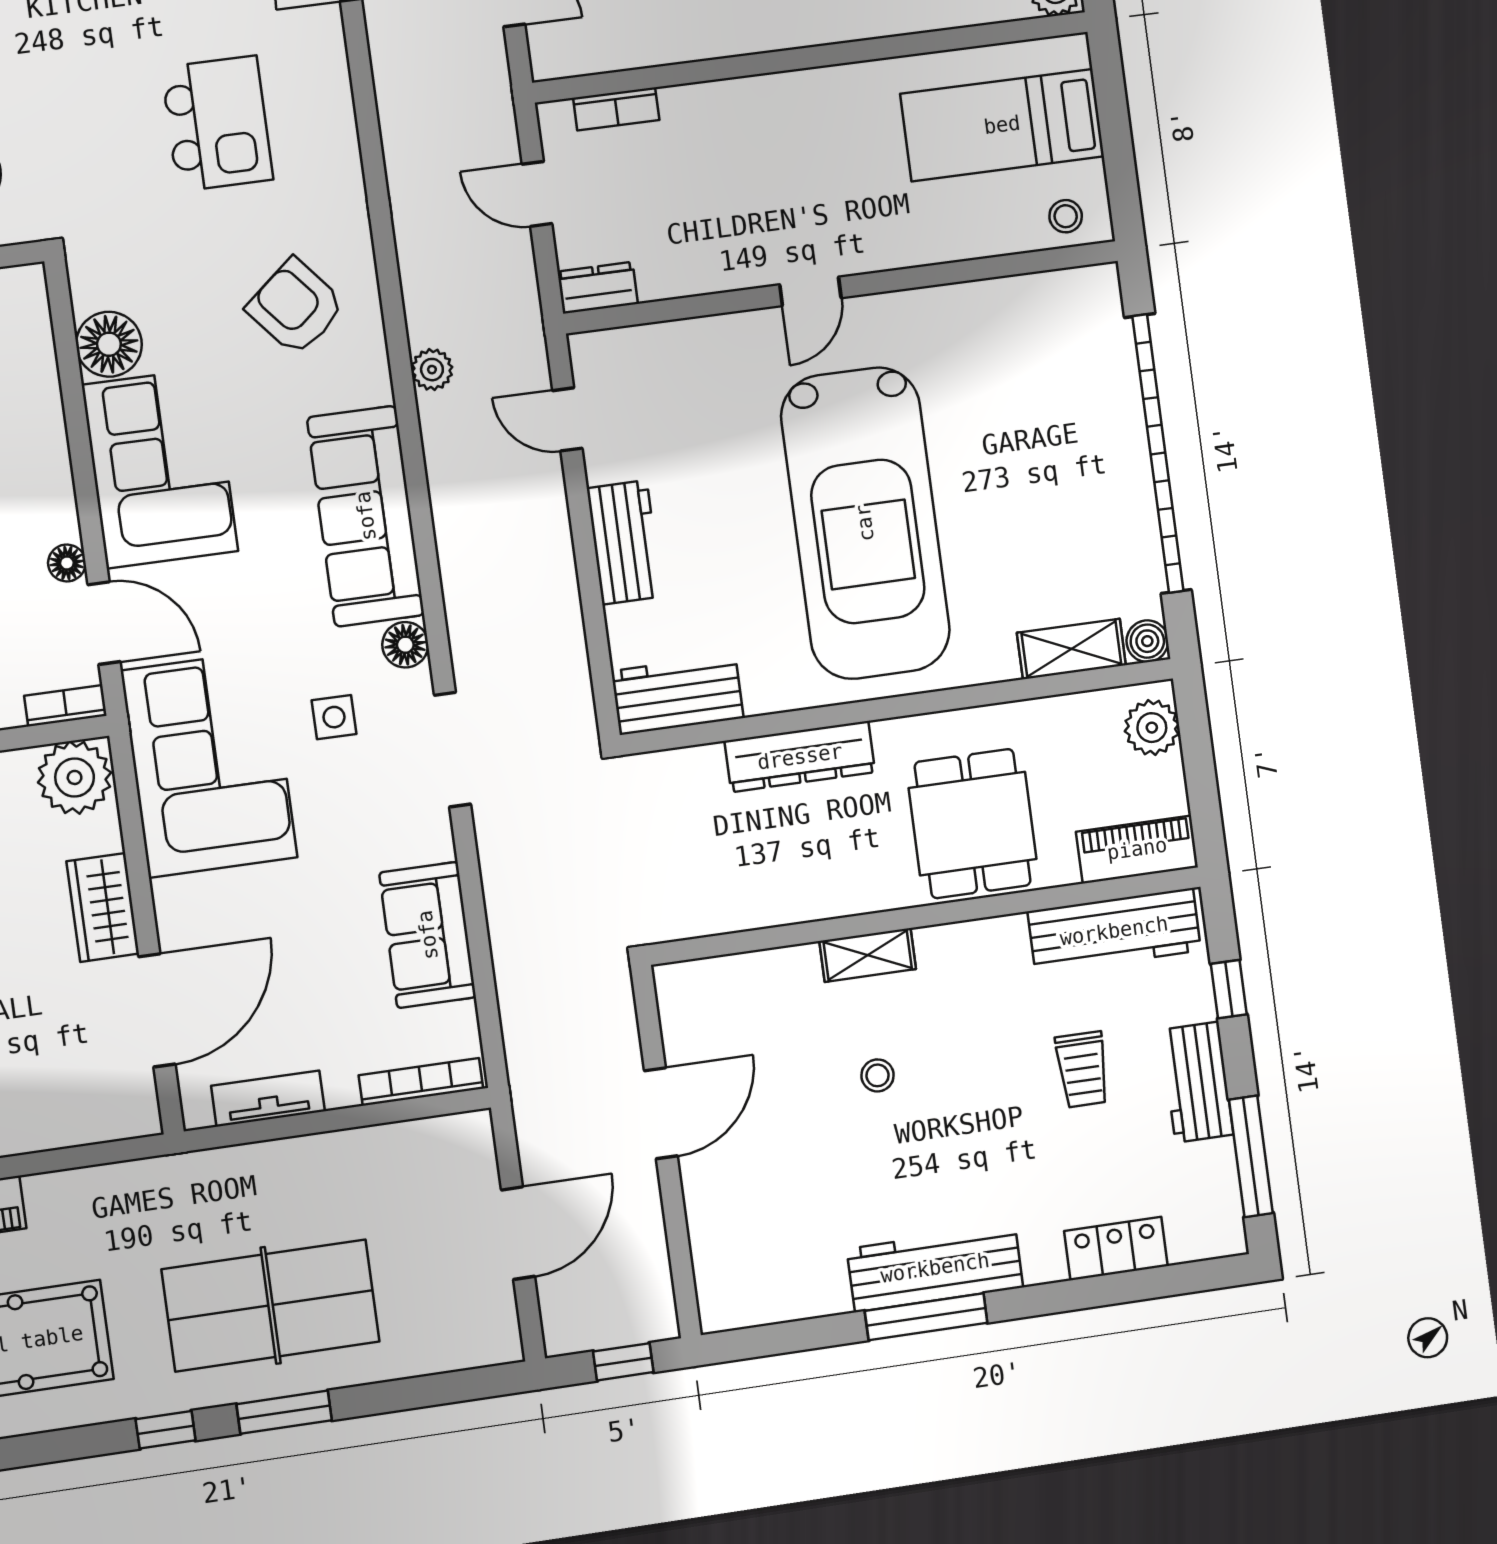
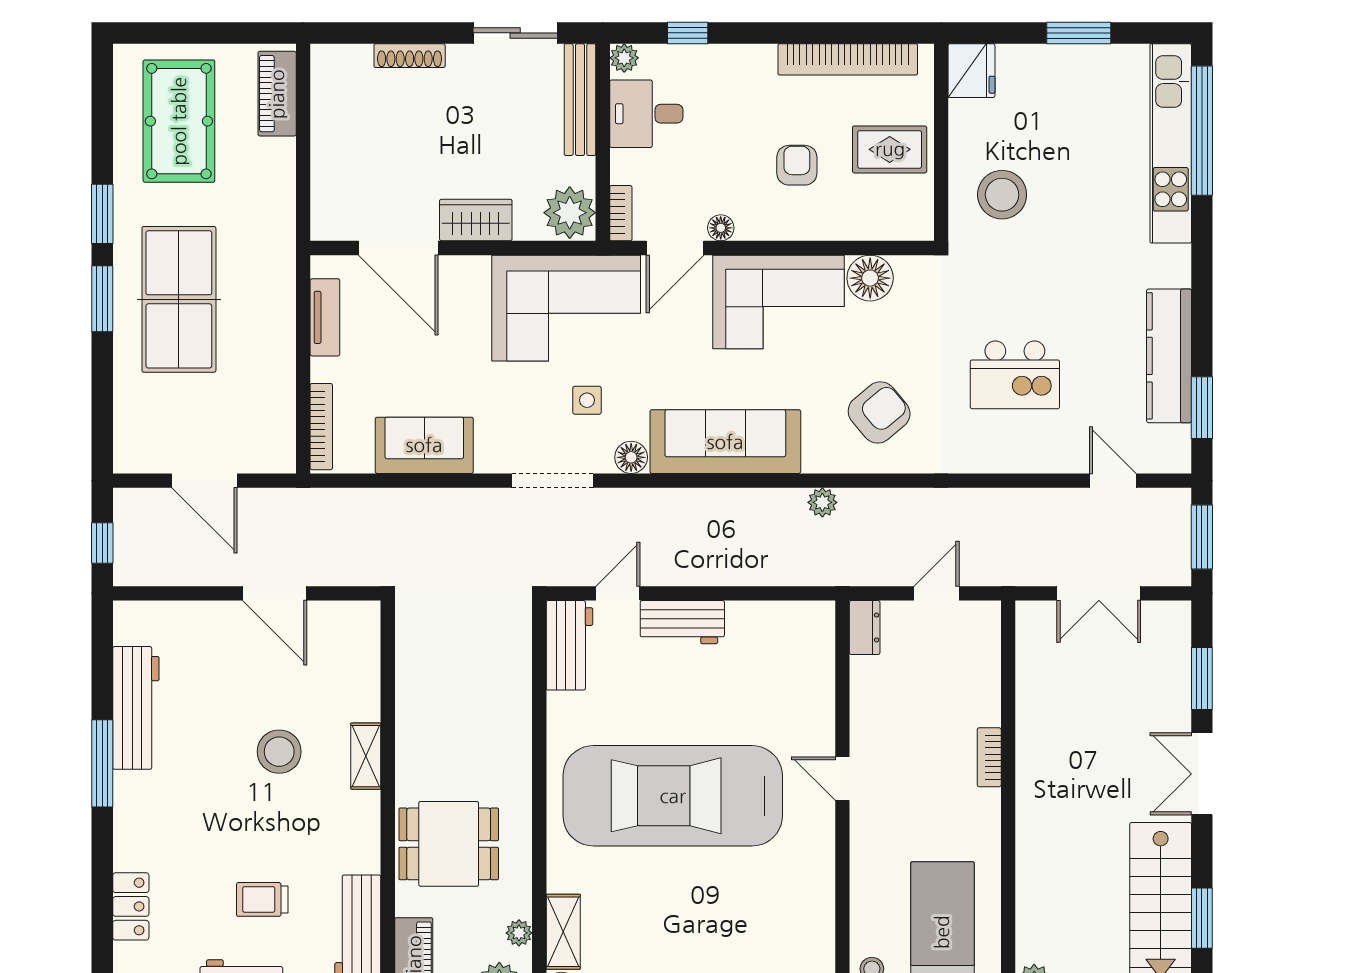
bookcase: (616, 109) -> (989, 757), moved
door: (567, 419) -> (618, 593), moved
plant: (1081, 710) -> (519, 933), added
dresser: (800, 757) -> (514, 727), removed
stool: (878, 1075) -> (279, 752), width x1.89, depth x1.89
workbench: (935, 1268) -> (136, 708), moved
window: (166, 1430) -> (102, 214), width x1.50

